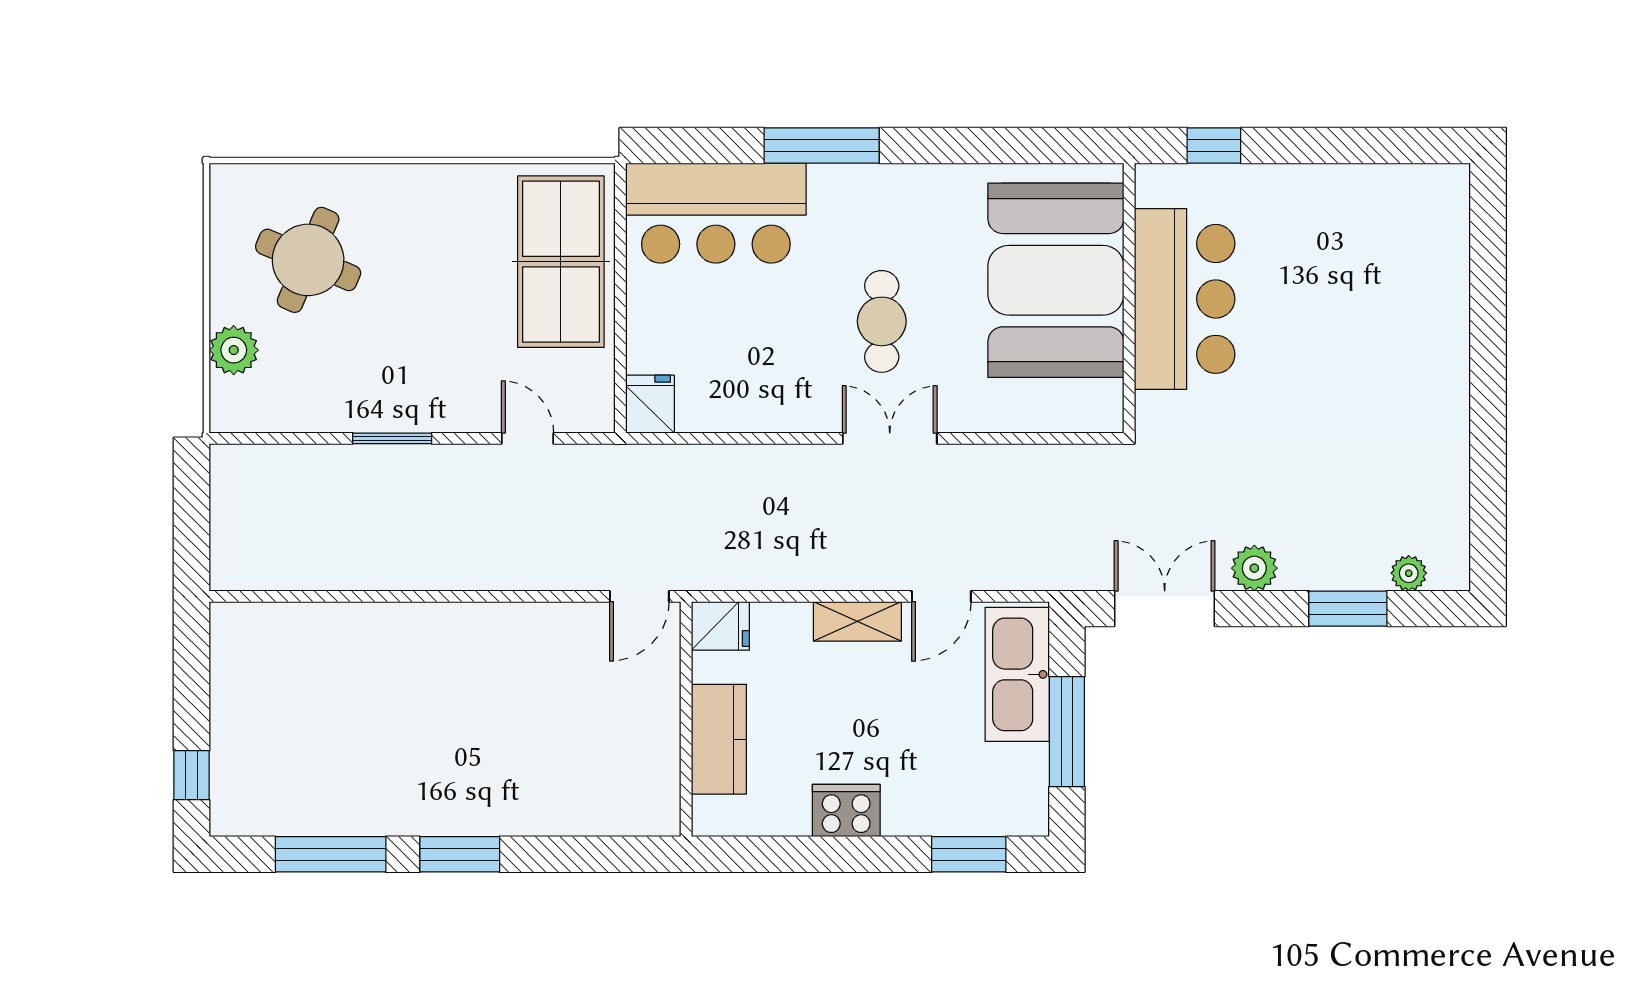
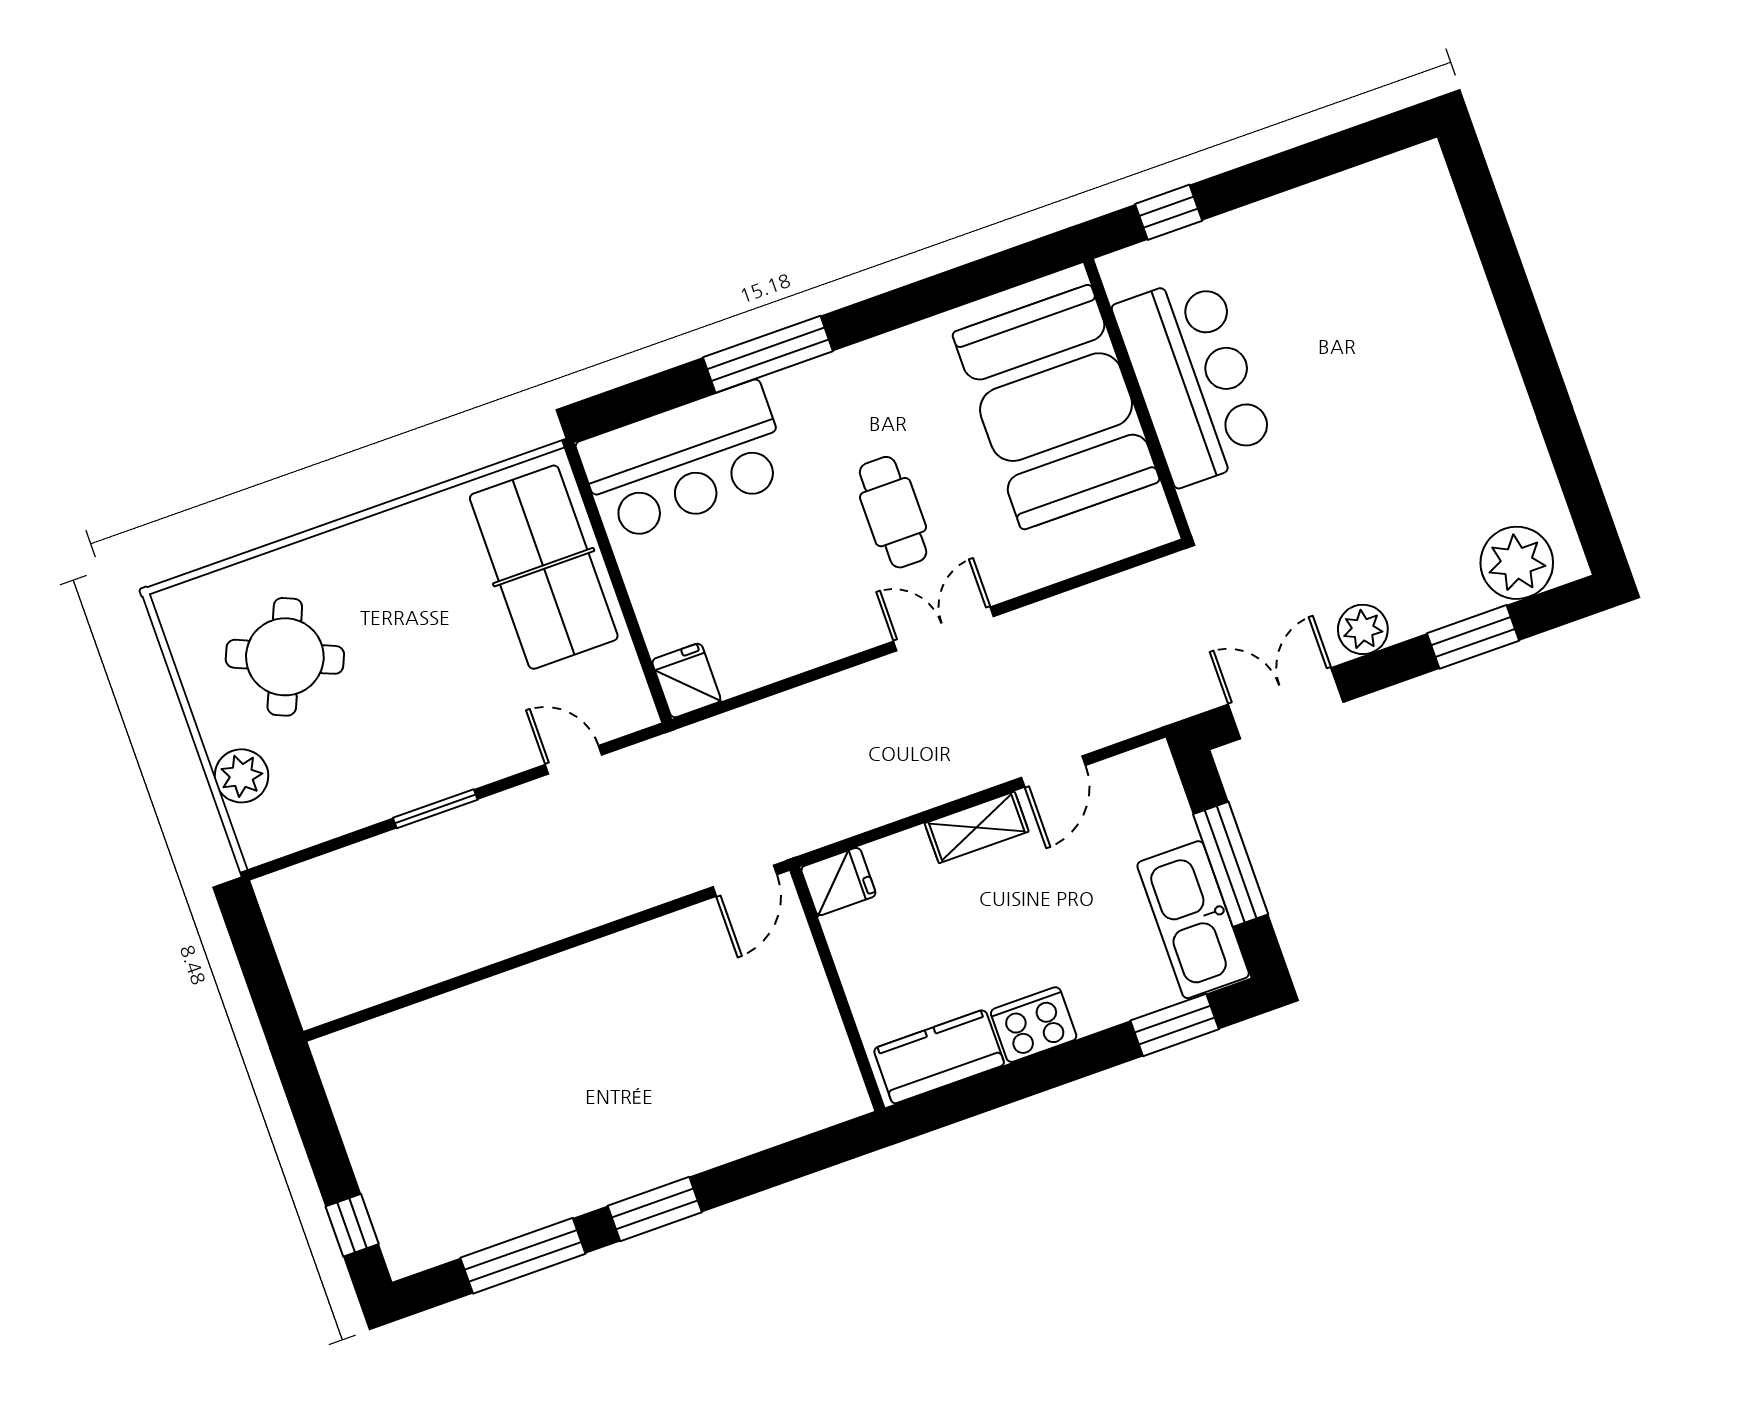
plant: (1409, 573) -> (1517, 563), width x1.88, depth x1.88
kitchen sink: (1017, 674) -> (1193, 920), moved
kitchen counter: (719, 739) -> (939, 1057), moved, turned -90

